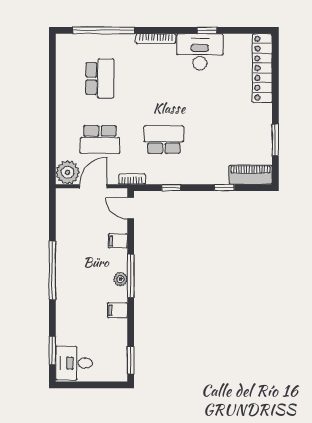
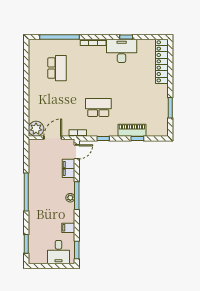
school desk: (100, 140) -> (57, 108), removed
piano: (251, 175) -> (132, 130), moved
door: (131, 208) -> (77, 152), swing flipped
filing cabinet: (118, 241) -> (69, 168), width x2.00
filing cabinet: (117, 310) -> (68, 228), moved
desk: (74, 363) -> (59, 252), moved, turned -90

